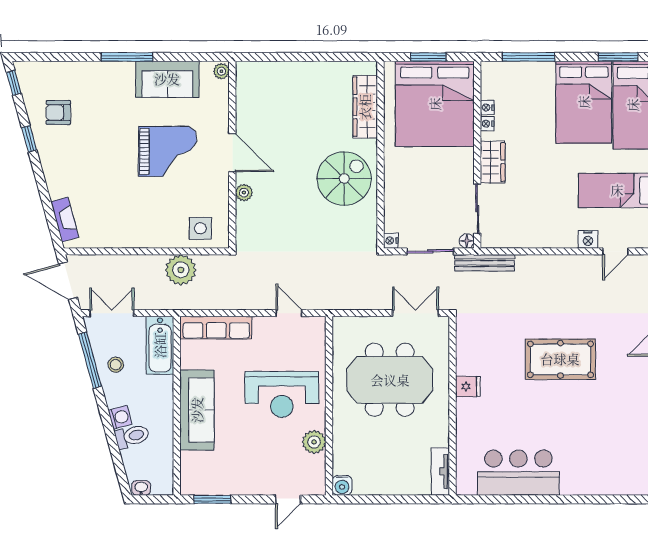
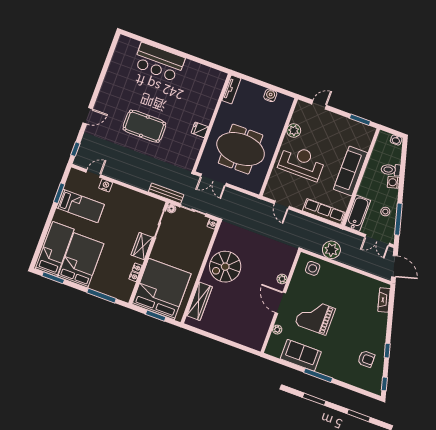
plant: (221, 71) -> (277, 330), moved
bar counter: (518, 473) -> (159, 62), moved
water cooler: (342, 485) -> (270, 95), moved

